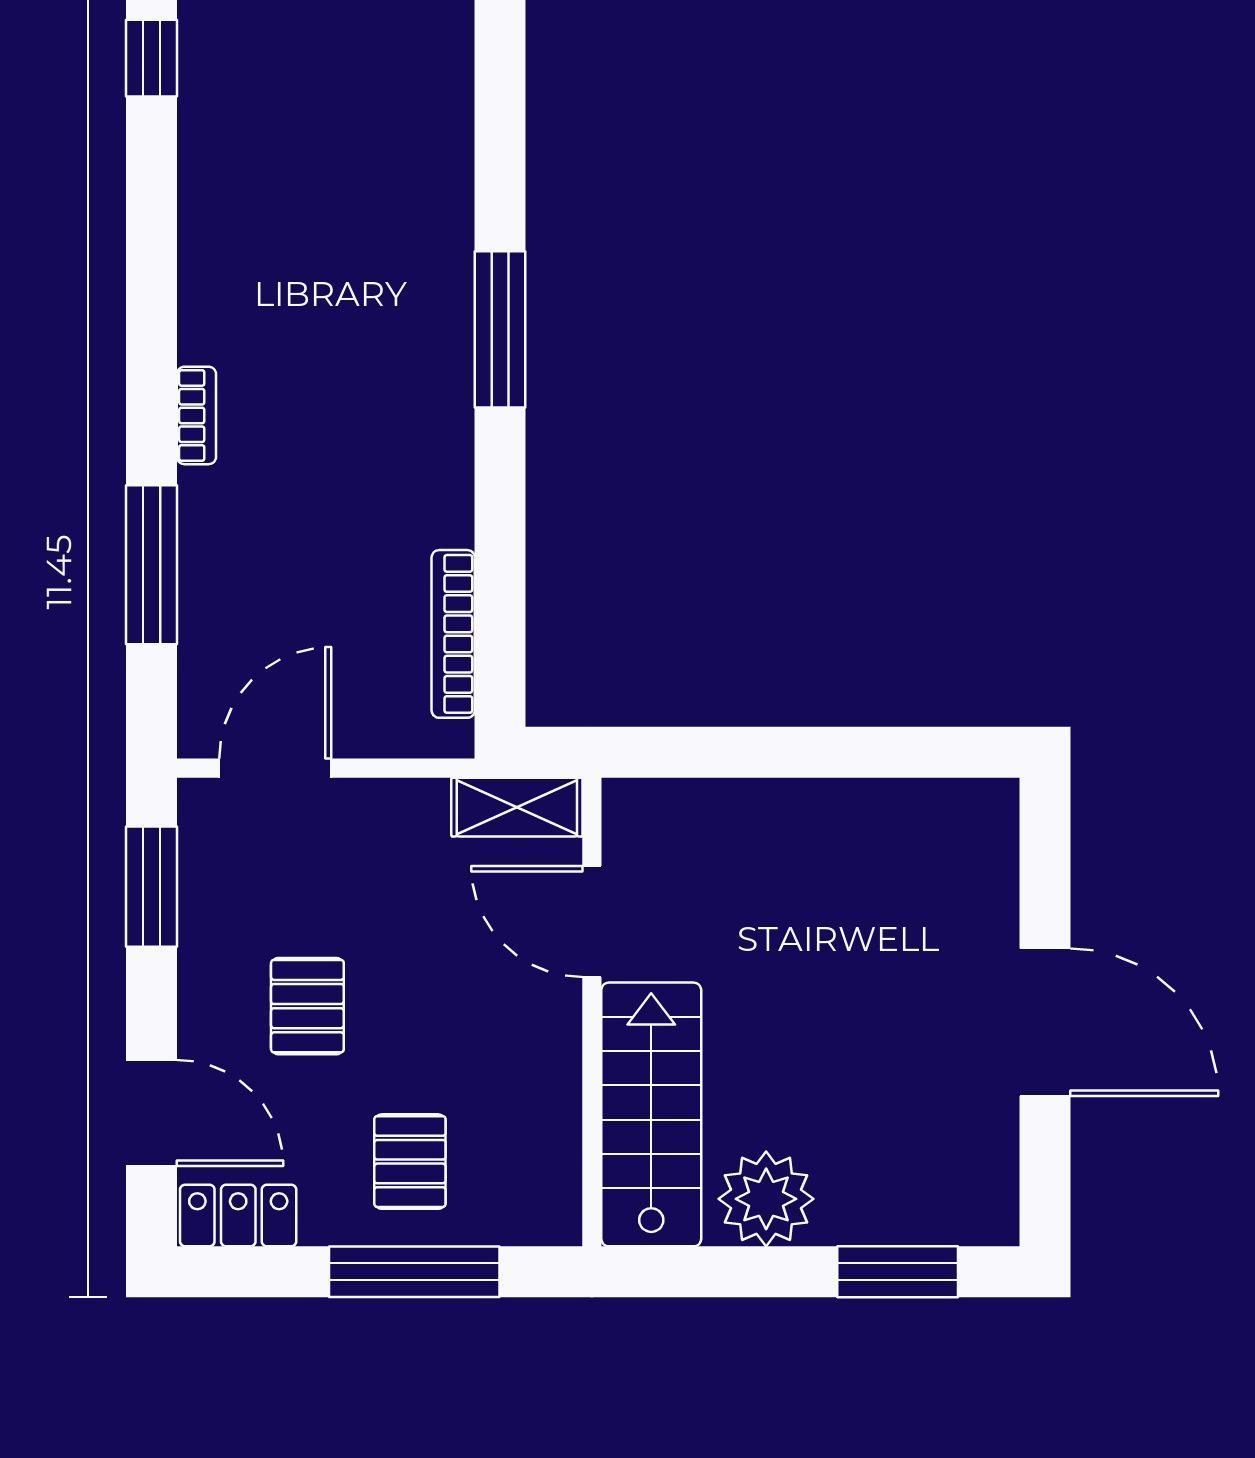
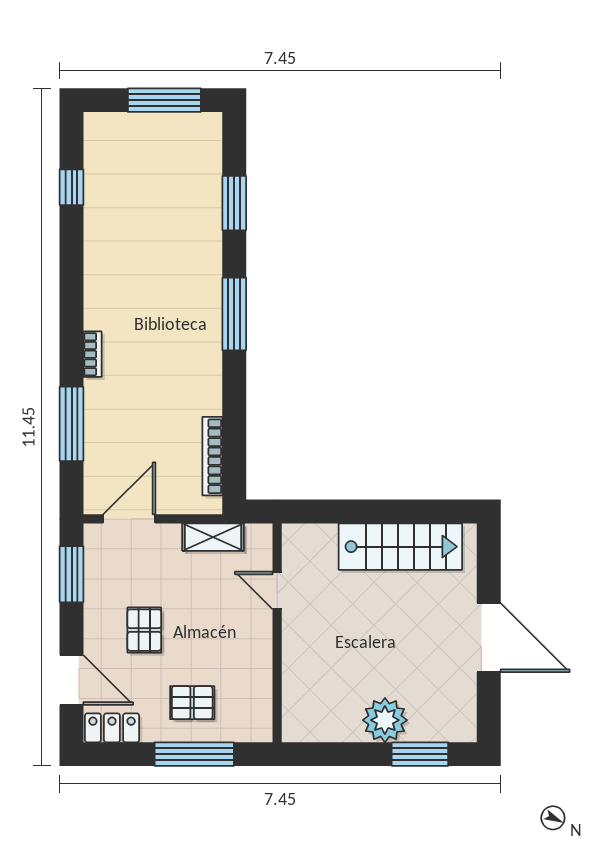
window: (500, 92) -> (234, 203), added
shelving: (517, 807) -> (213, 537), moved
door: (592, 921) -> (277, 590), width x0.73
stairs: (651, 1114) -> (400, 547), moved, turned 90
pallet: (410, 1162) -> (192, 703), turned 90
plant: (766, 1199) -> (385, 720), moved

